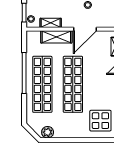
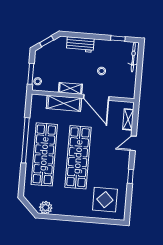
shelving: (51, 23) -> (70, 88), moved
door: (85, 29) -> (96, 97), hinge flipped

